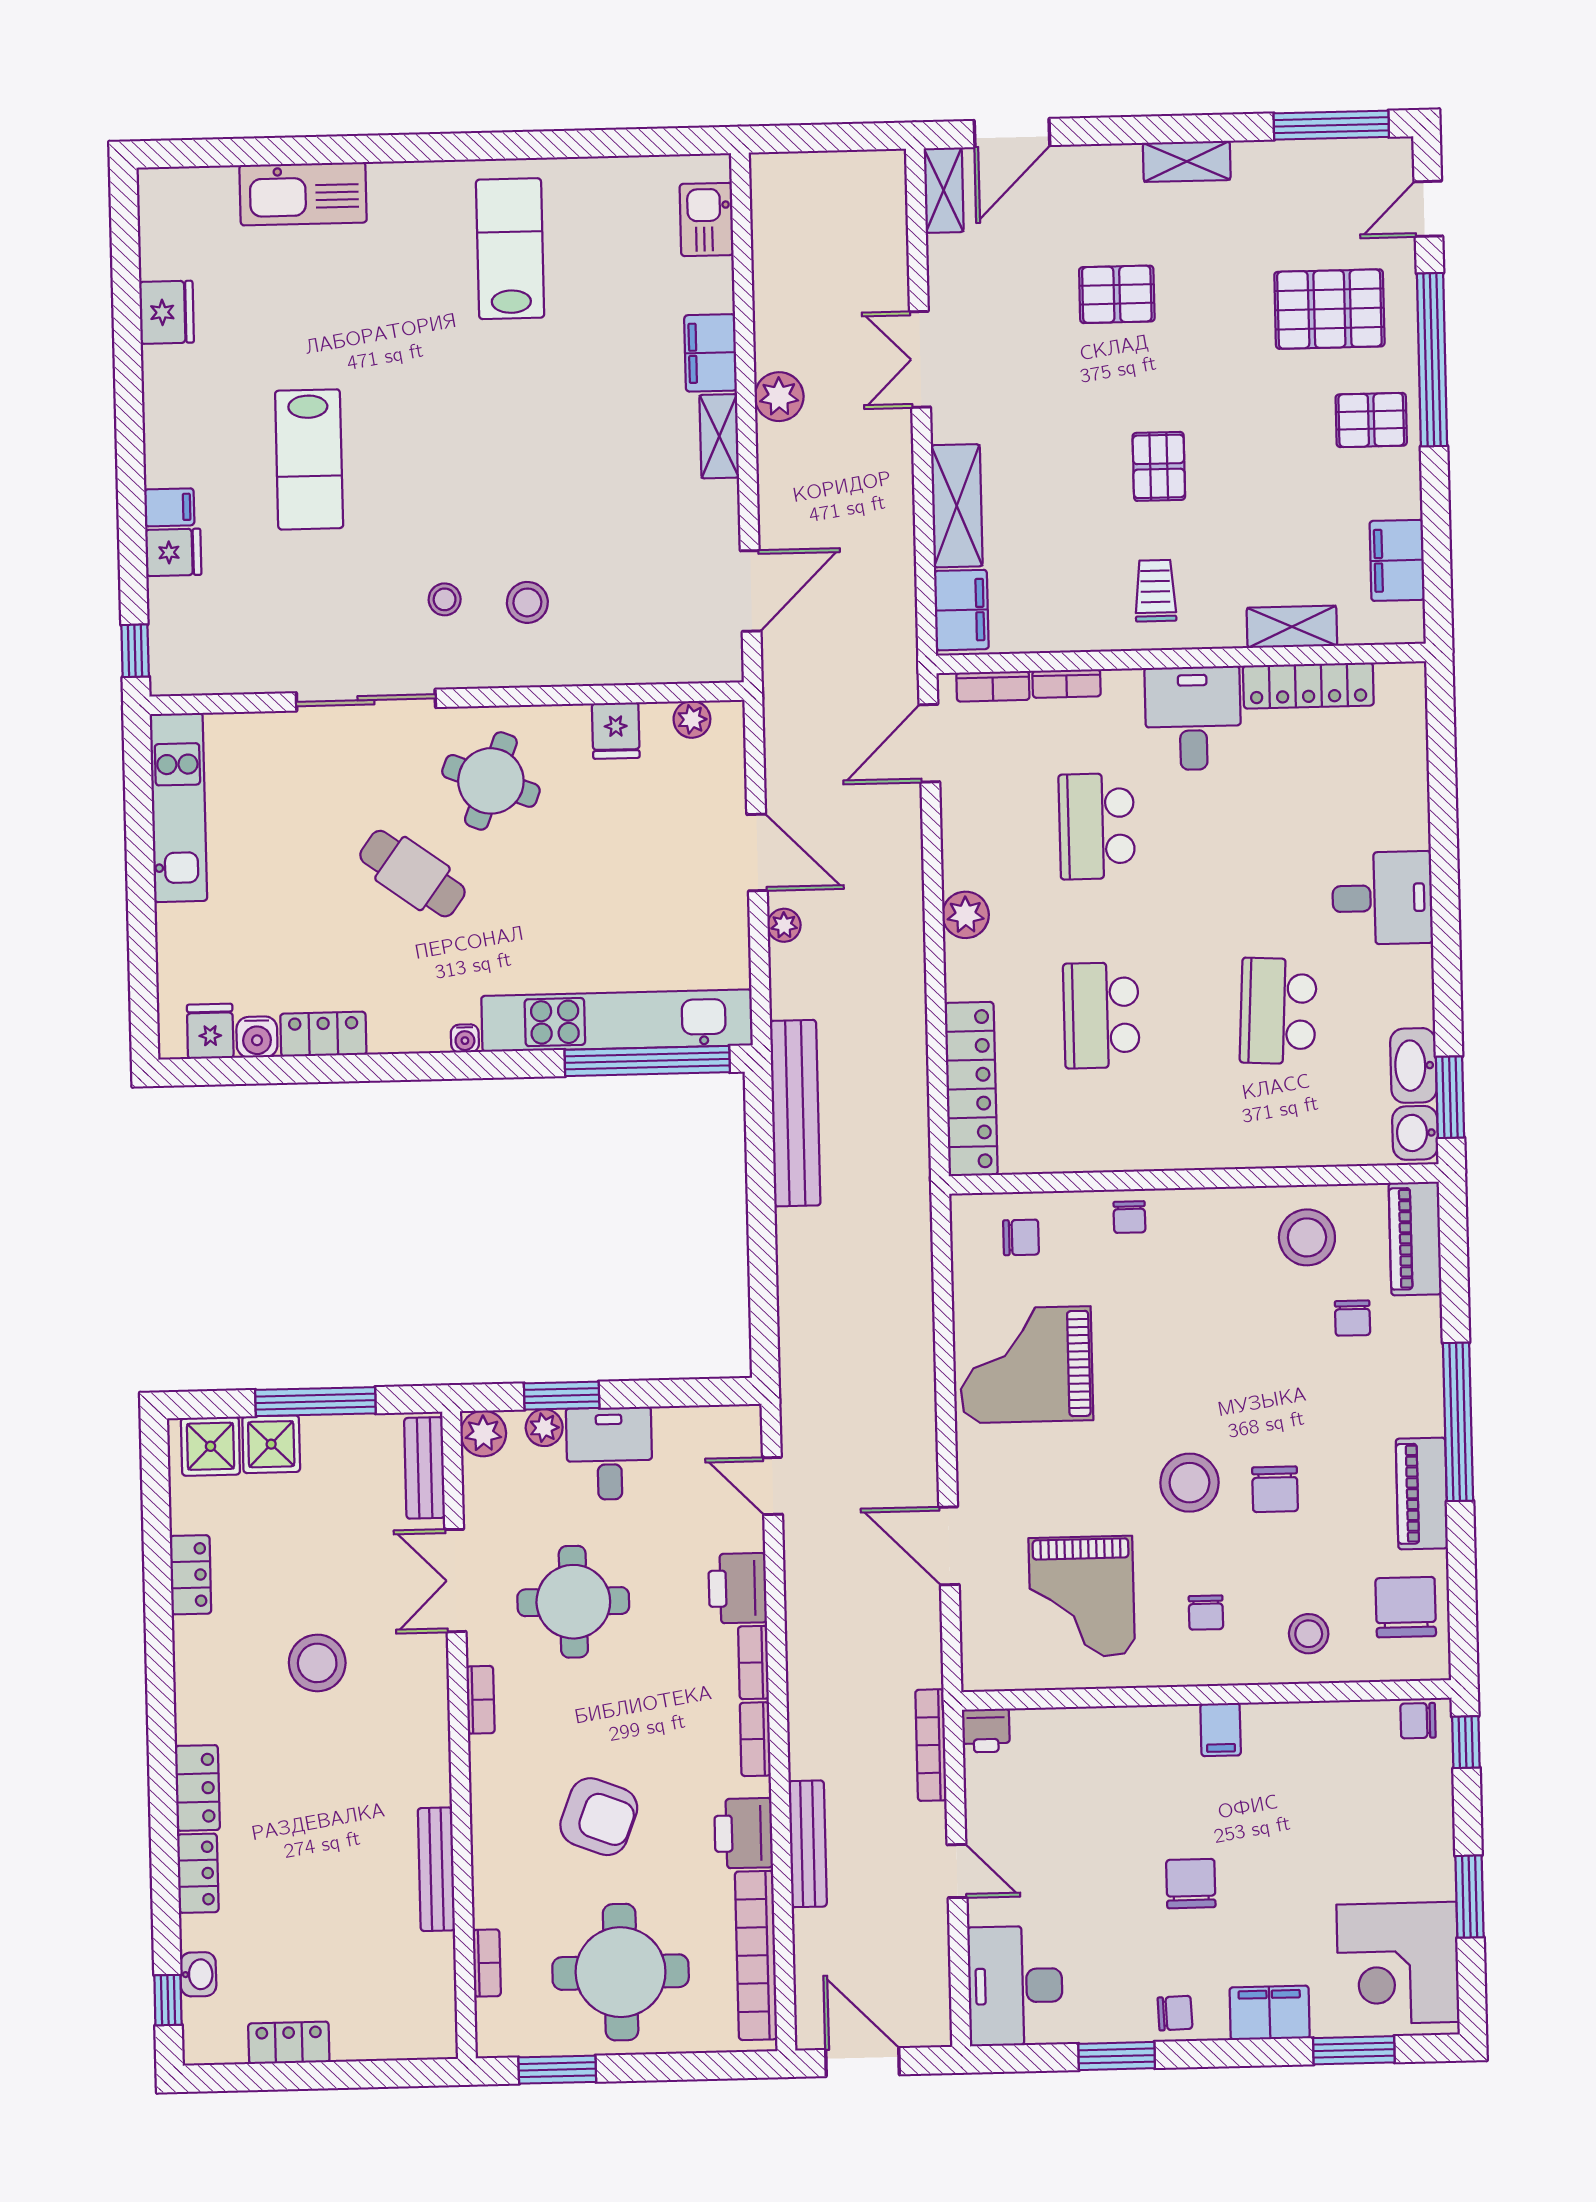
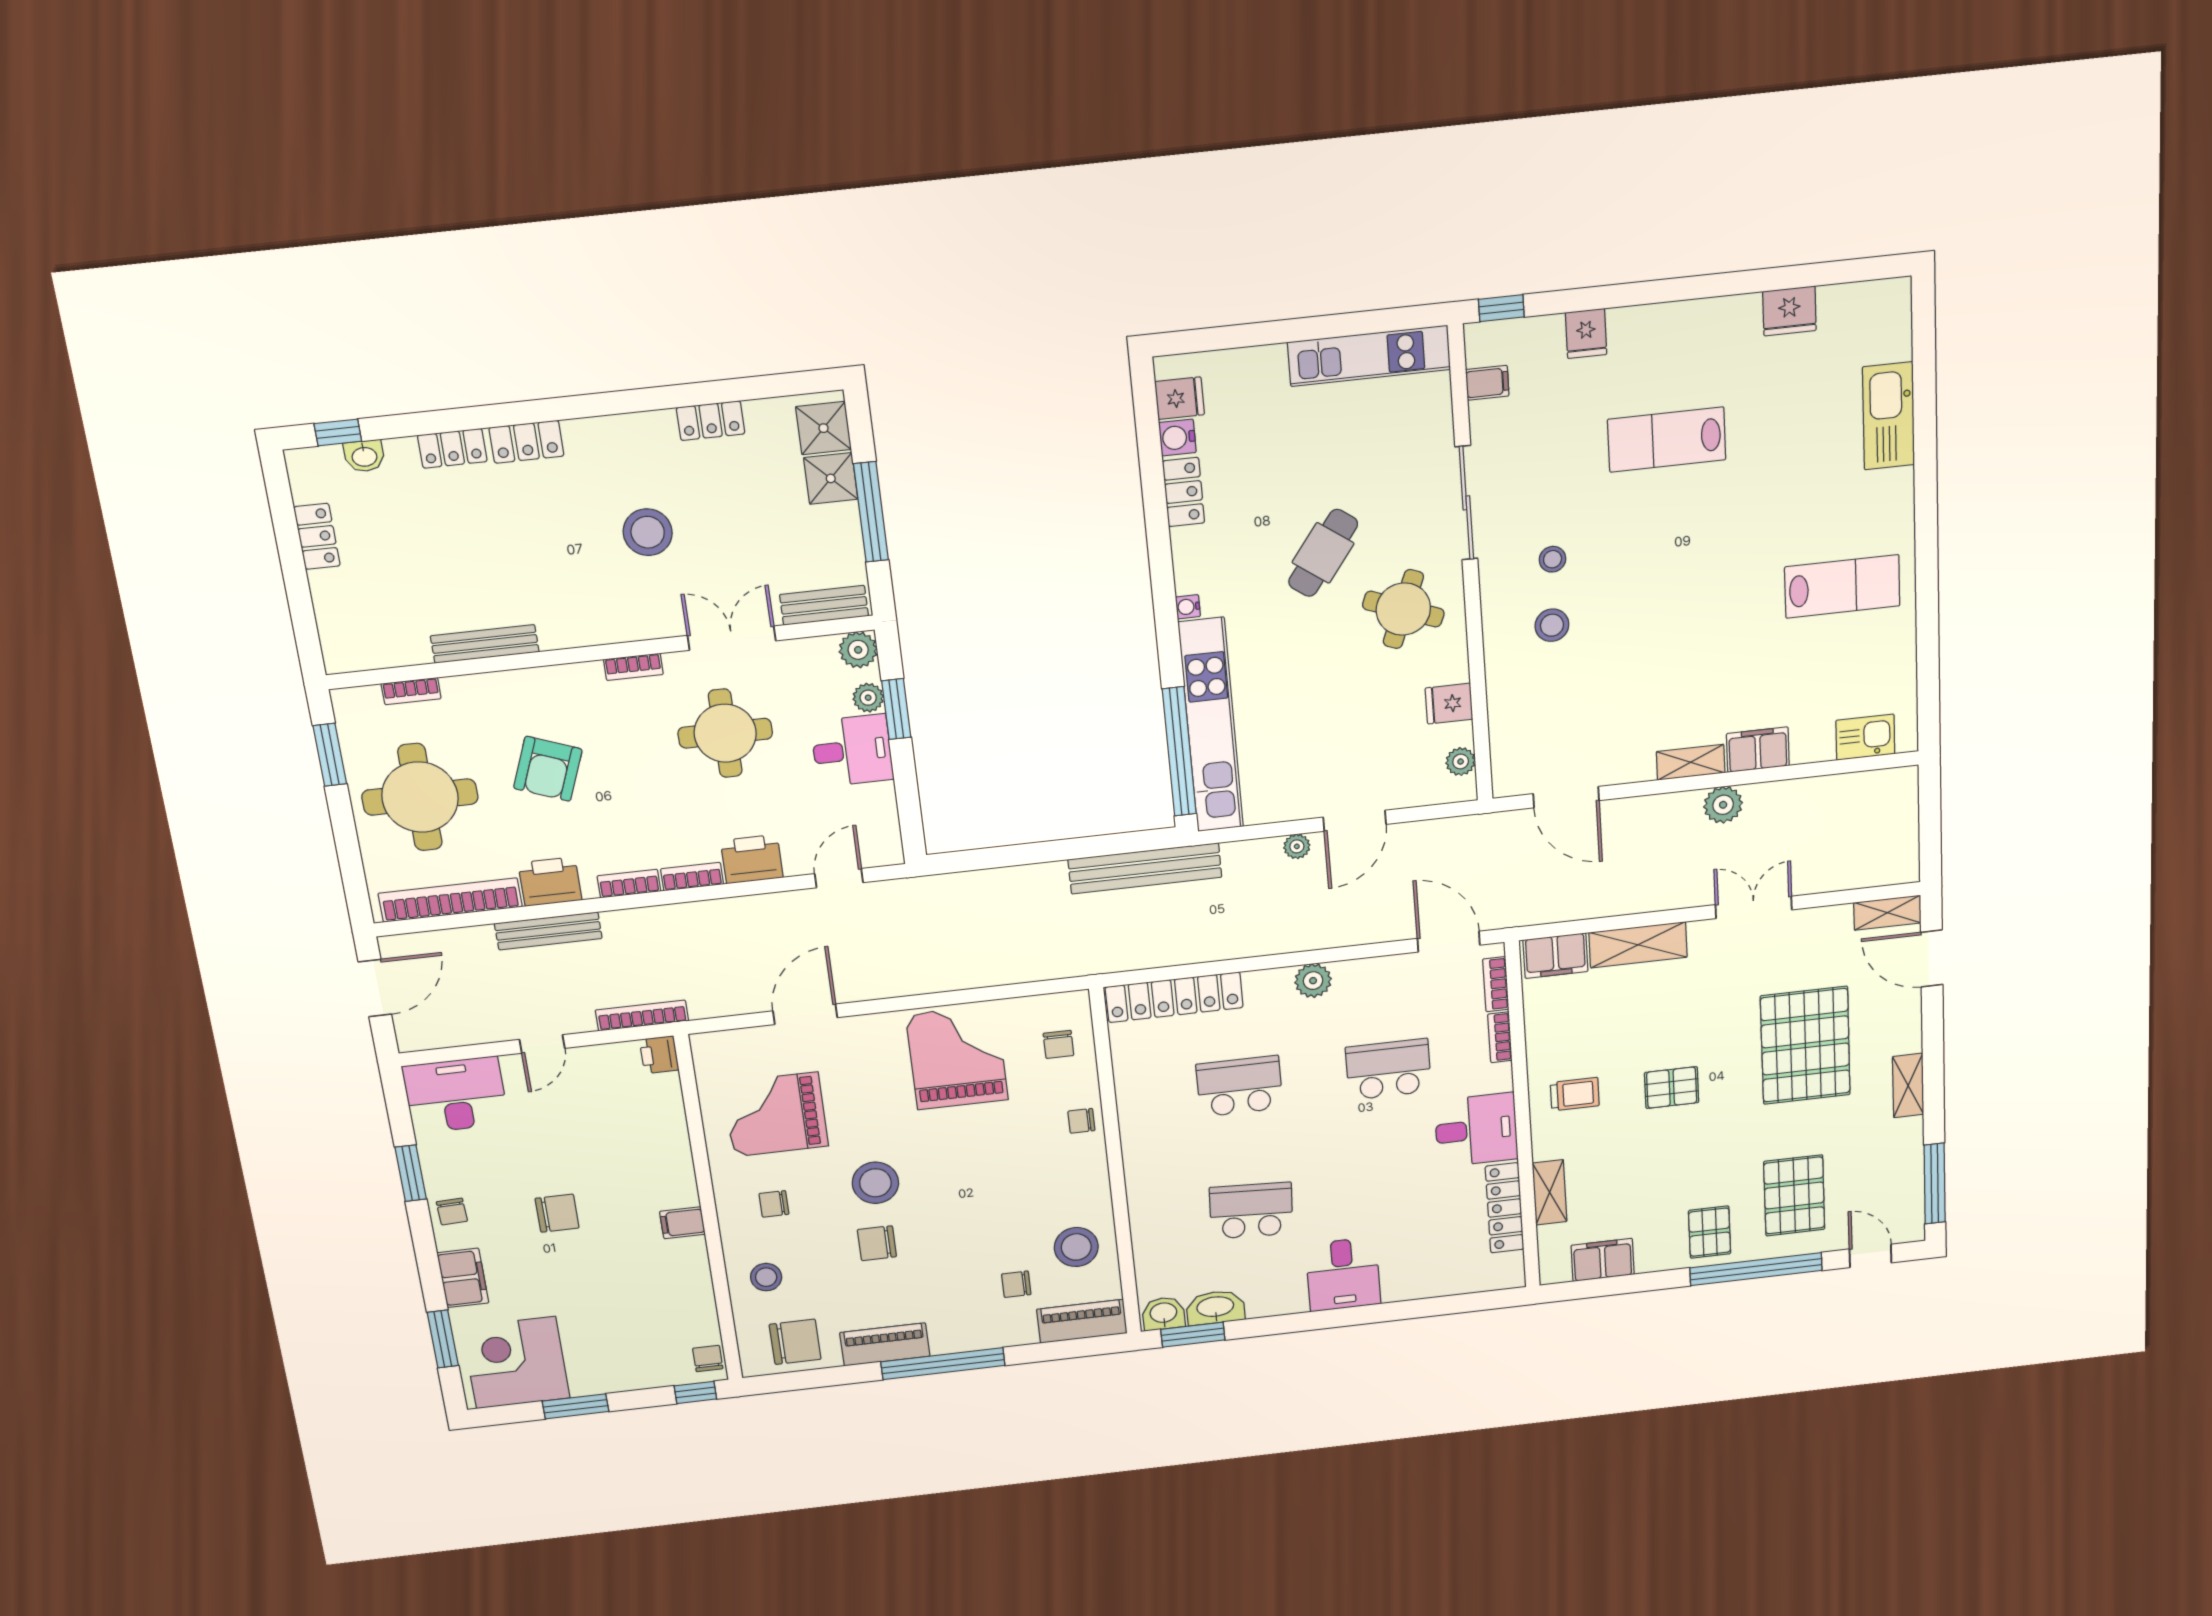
pallet: (1117, 294) -> (1805, 1045), width x2.05, depth x2.00
filing cabinet: (169, 507) -> (1487, 383), moved, turned -90

